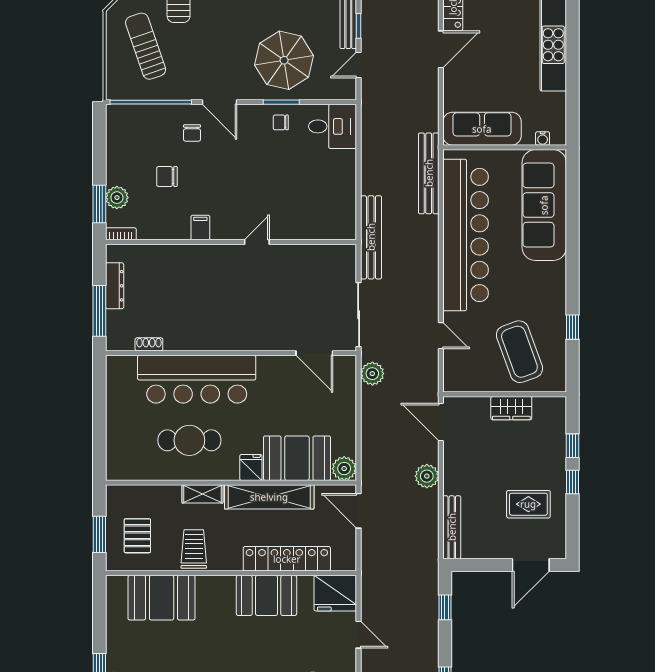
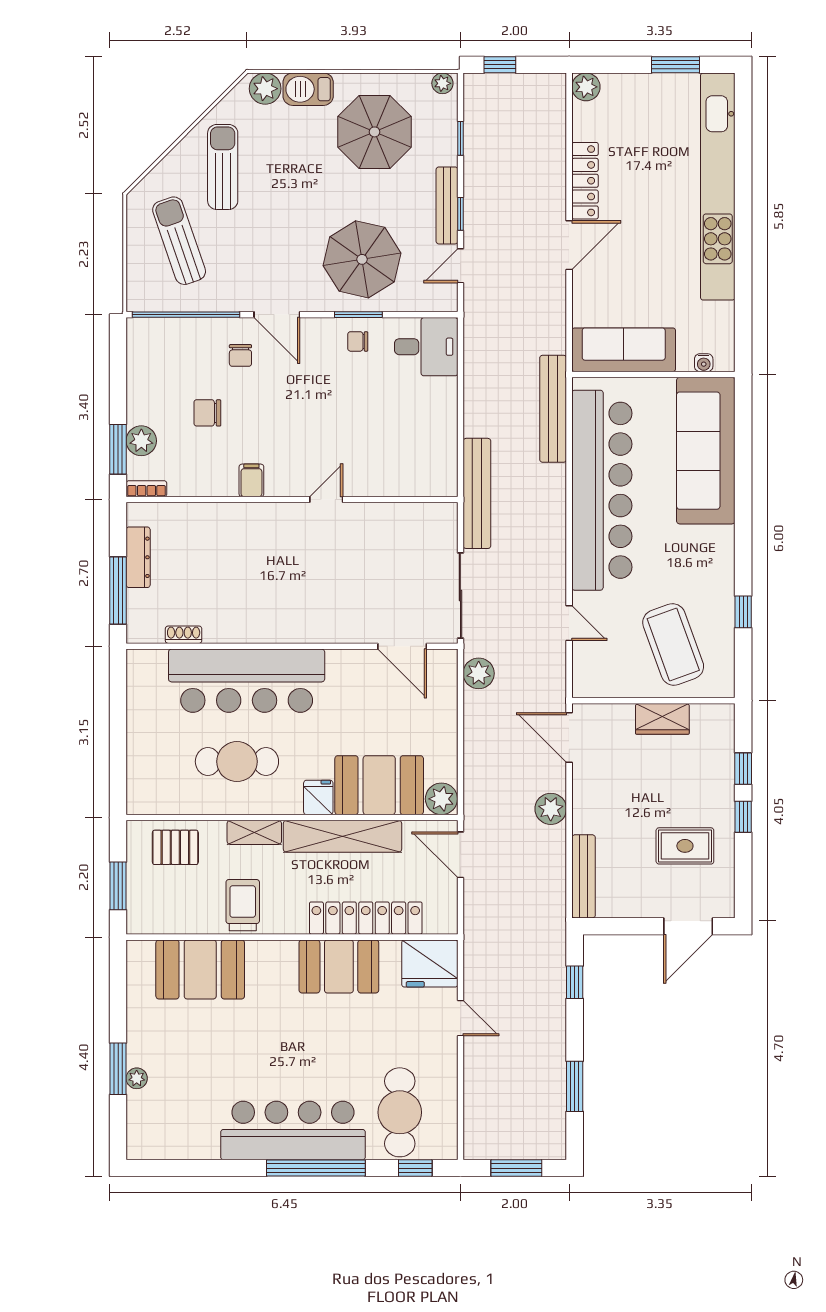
pallet: (137, 536) -> (175, 847), moved, turned 90

